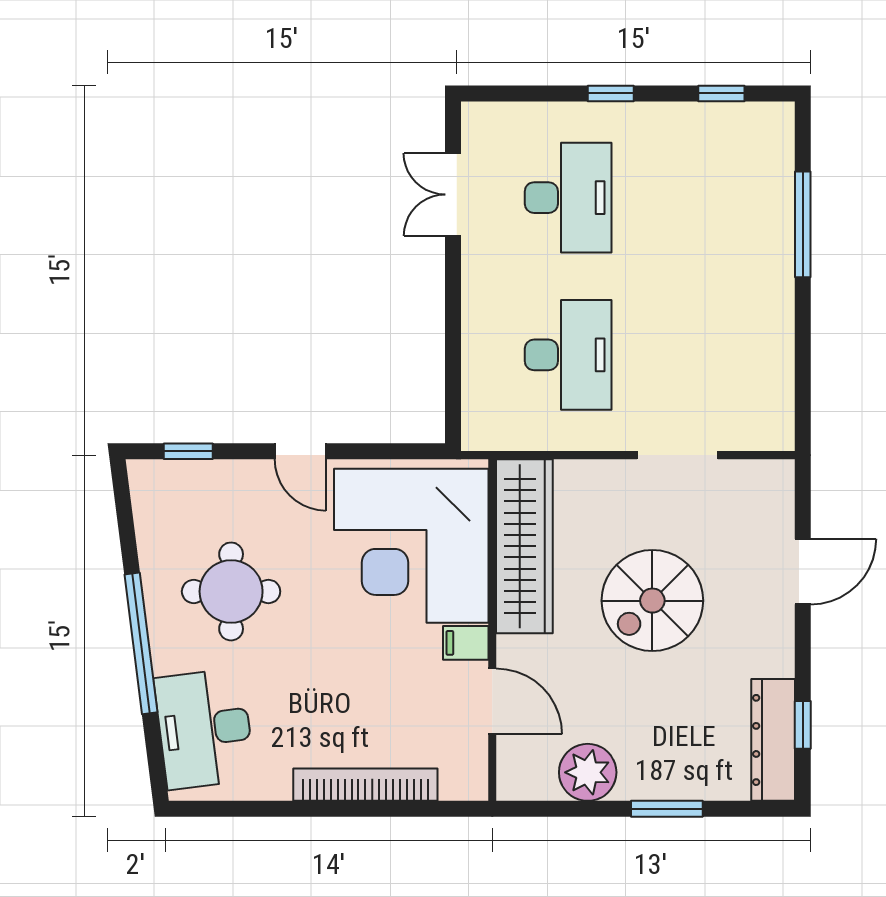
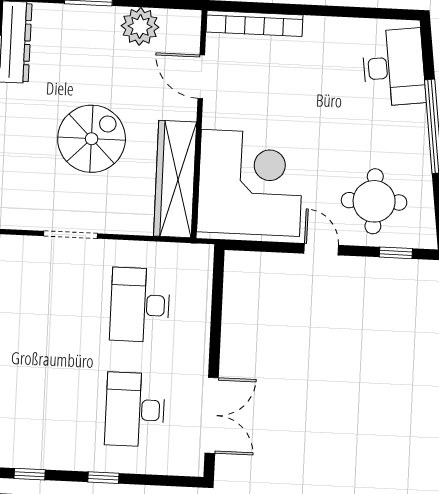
double door: (453, 195) -> (212, 415), width x1.37
round table: (231, 591) -> (374, 201), moved
filing cabinet: (466, 643) -> (217, 116), removed
bookcase: (365, 785) -> (254, 24), moved

